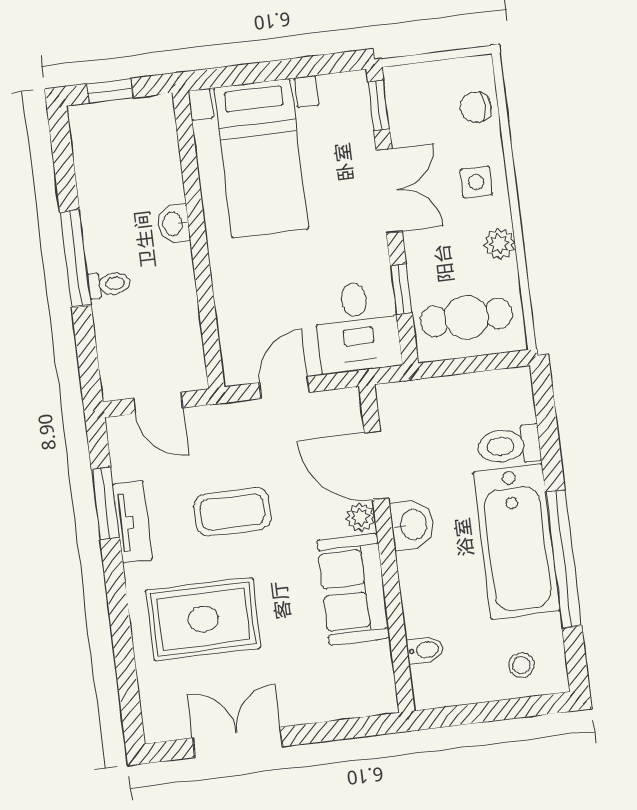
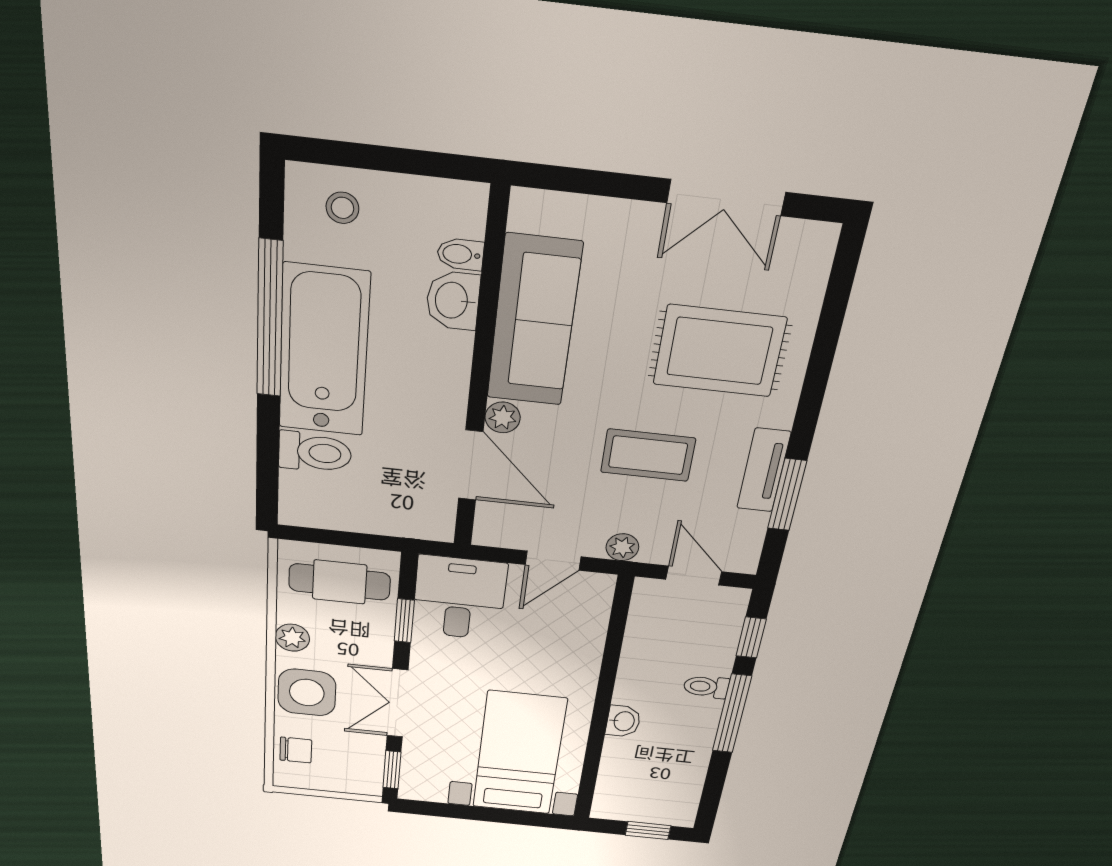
side table: (476, 182) -> (307, 693), width x1.87, depth x1.87
window: (87, 350) -> (751, 637), added
plant: (228, 417) -> (622, 547), added
washbasin: (412, 525) -> (453, 300), moved
sofa: (353, 589) -> (534, 321), width x1.36

